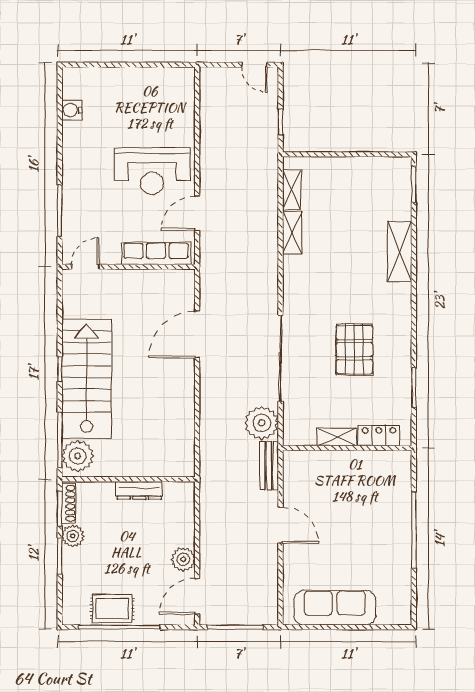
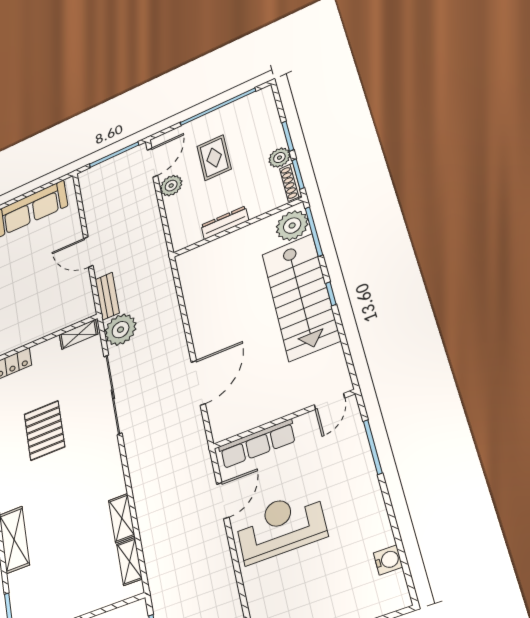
shelving: (337, 437) -> (79, 334), moved
rug: (112, 608) -> (214, 158), moved, turned 90

